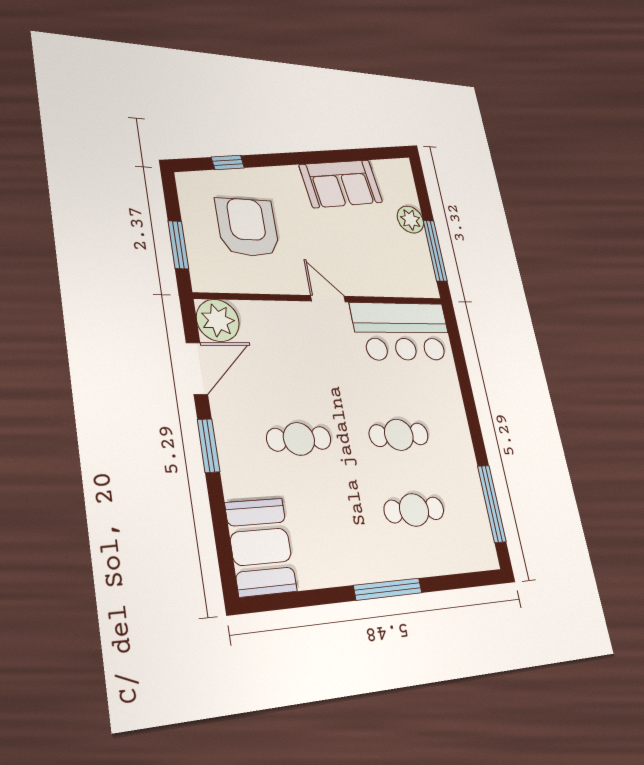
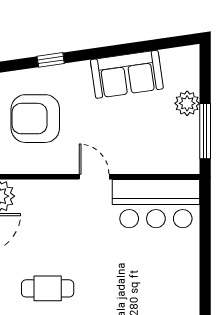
window: (228, 162) -> (51, 60), moved
armchair: (248, 227) -> (35, 119), turned -90
cafe table: (399, 435) -> (133, 288), removed

